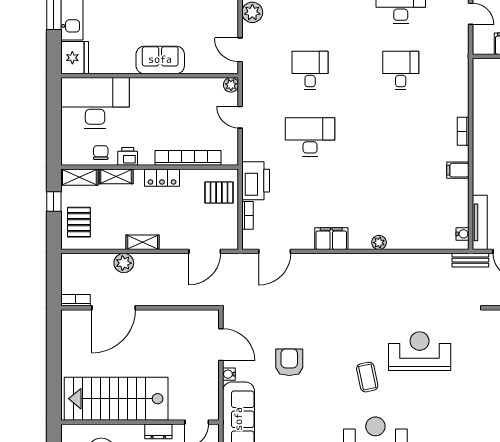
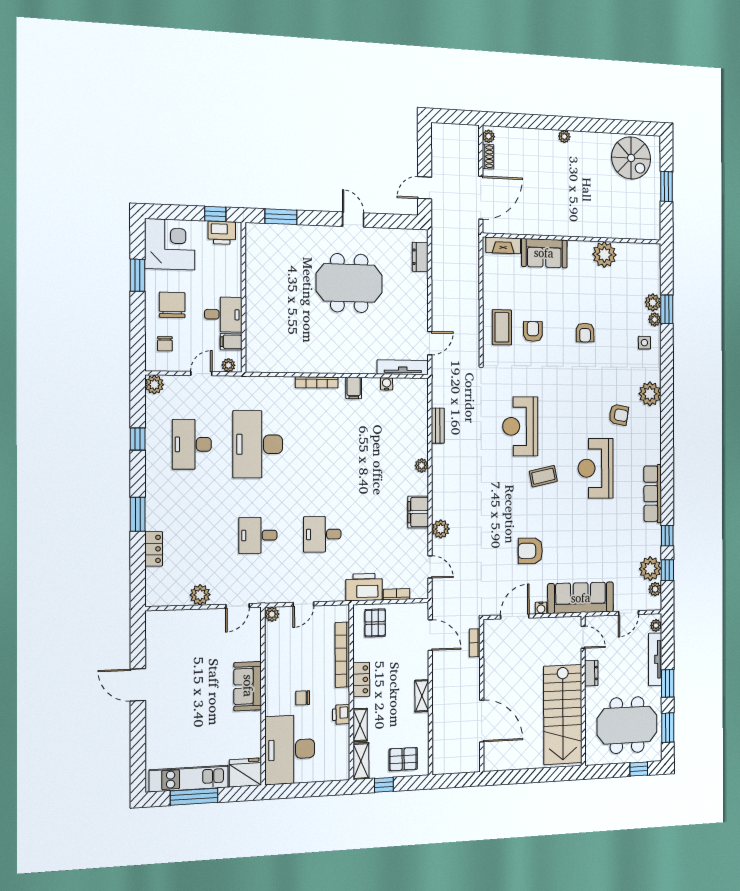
plant: (479, 41) -> (228, 365), added
desk: (401, 71) -> (258, 444), width x1.87, depth x1.30
bookcase: (463, 131) -> (317, 382), width x1.56
desk: (310, 137) -> (322, 534), width x0.73
chair: (101, 153) -> (303, 698), moved
water cooler: (462, 234) -> (387, 384), moved
door: (275, 251) -> (430, 567), width x0.73
bench: (470, 260) -> (438, 426), moved
plant: (124, 263) -> (441, 529), moved
bookcase: (75, 300) -> (475, 643), moved

